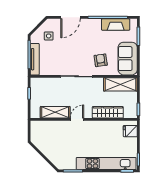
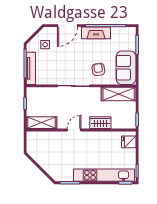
fireplace: (116, 25) -> (96, 33), moved
shelving: (55, 112) -> (41, 123), moved
wardrobe: (108, 112) -> (100, 123), width x0.67

